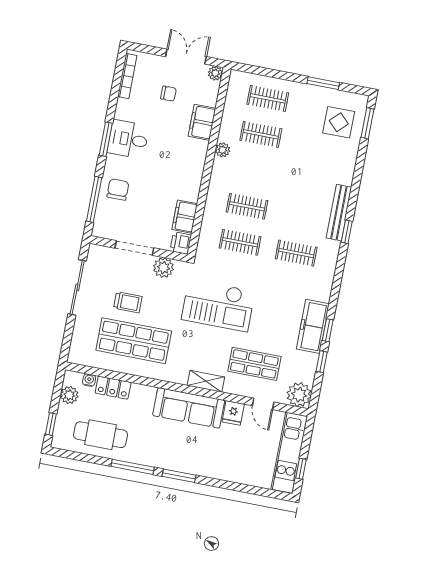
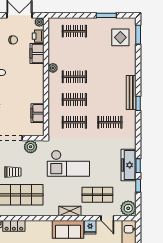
clothes rail: (261, 134) -> (74, 77), moved
printer: (181, 243) -> (38, 36), moved
sofa: (189, 408) -> (68, 229), width x0.73

